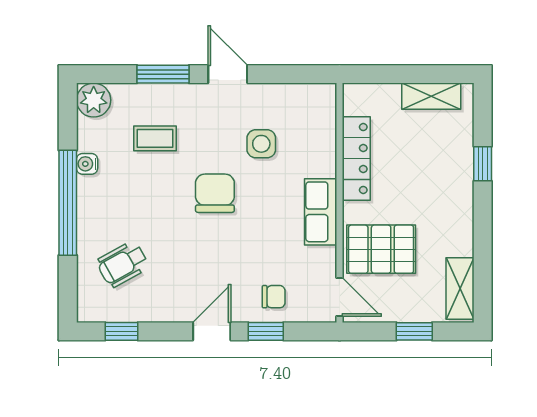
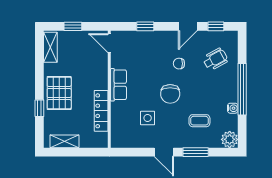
pallet: (381, 249) -> (59, 93), moved, turned 90
chair: (274, 297) -> (179, 64), moved
door: (212, 331) -> (188, 26), moved

